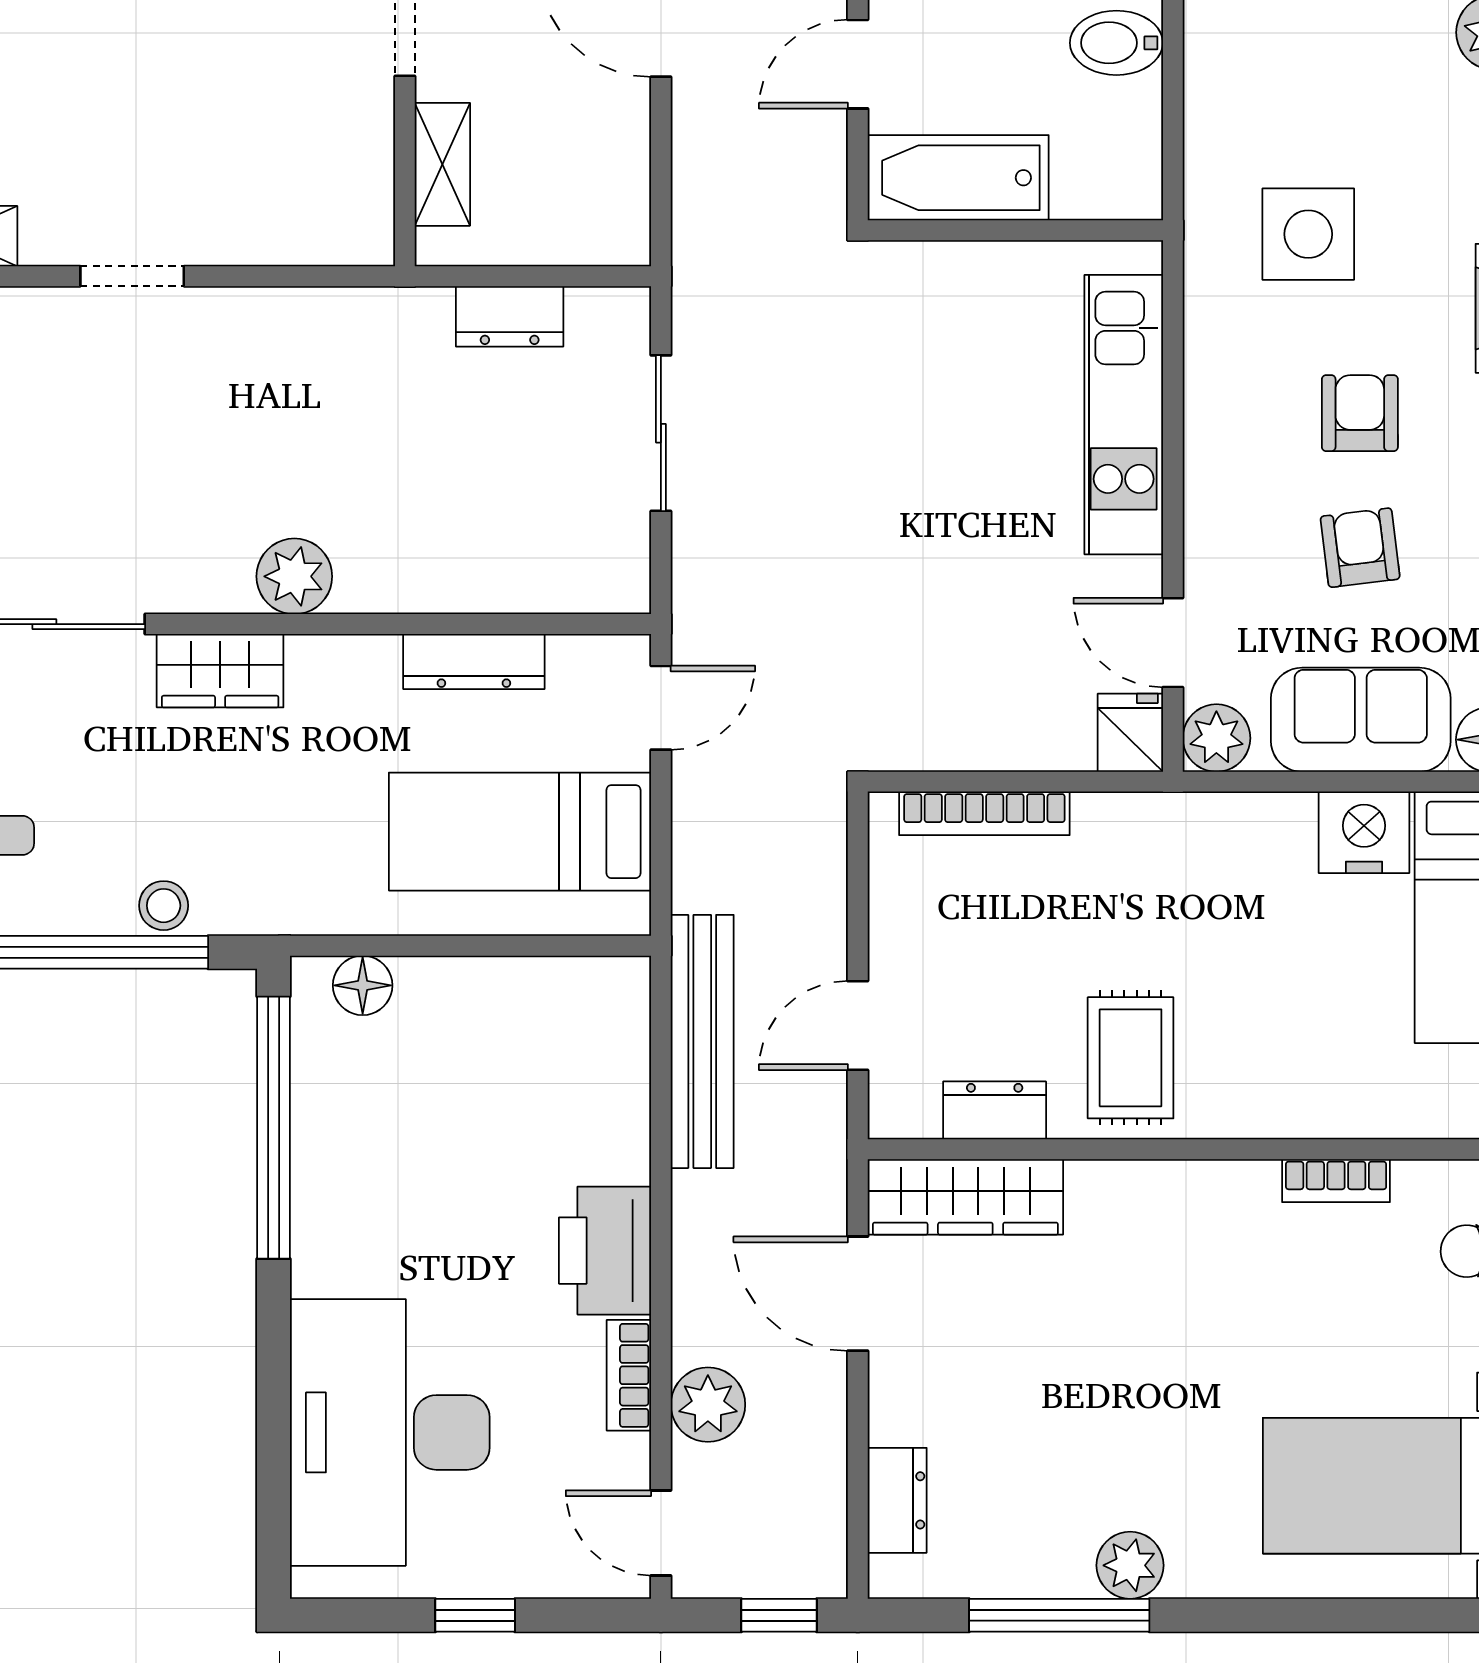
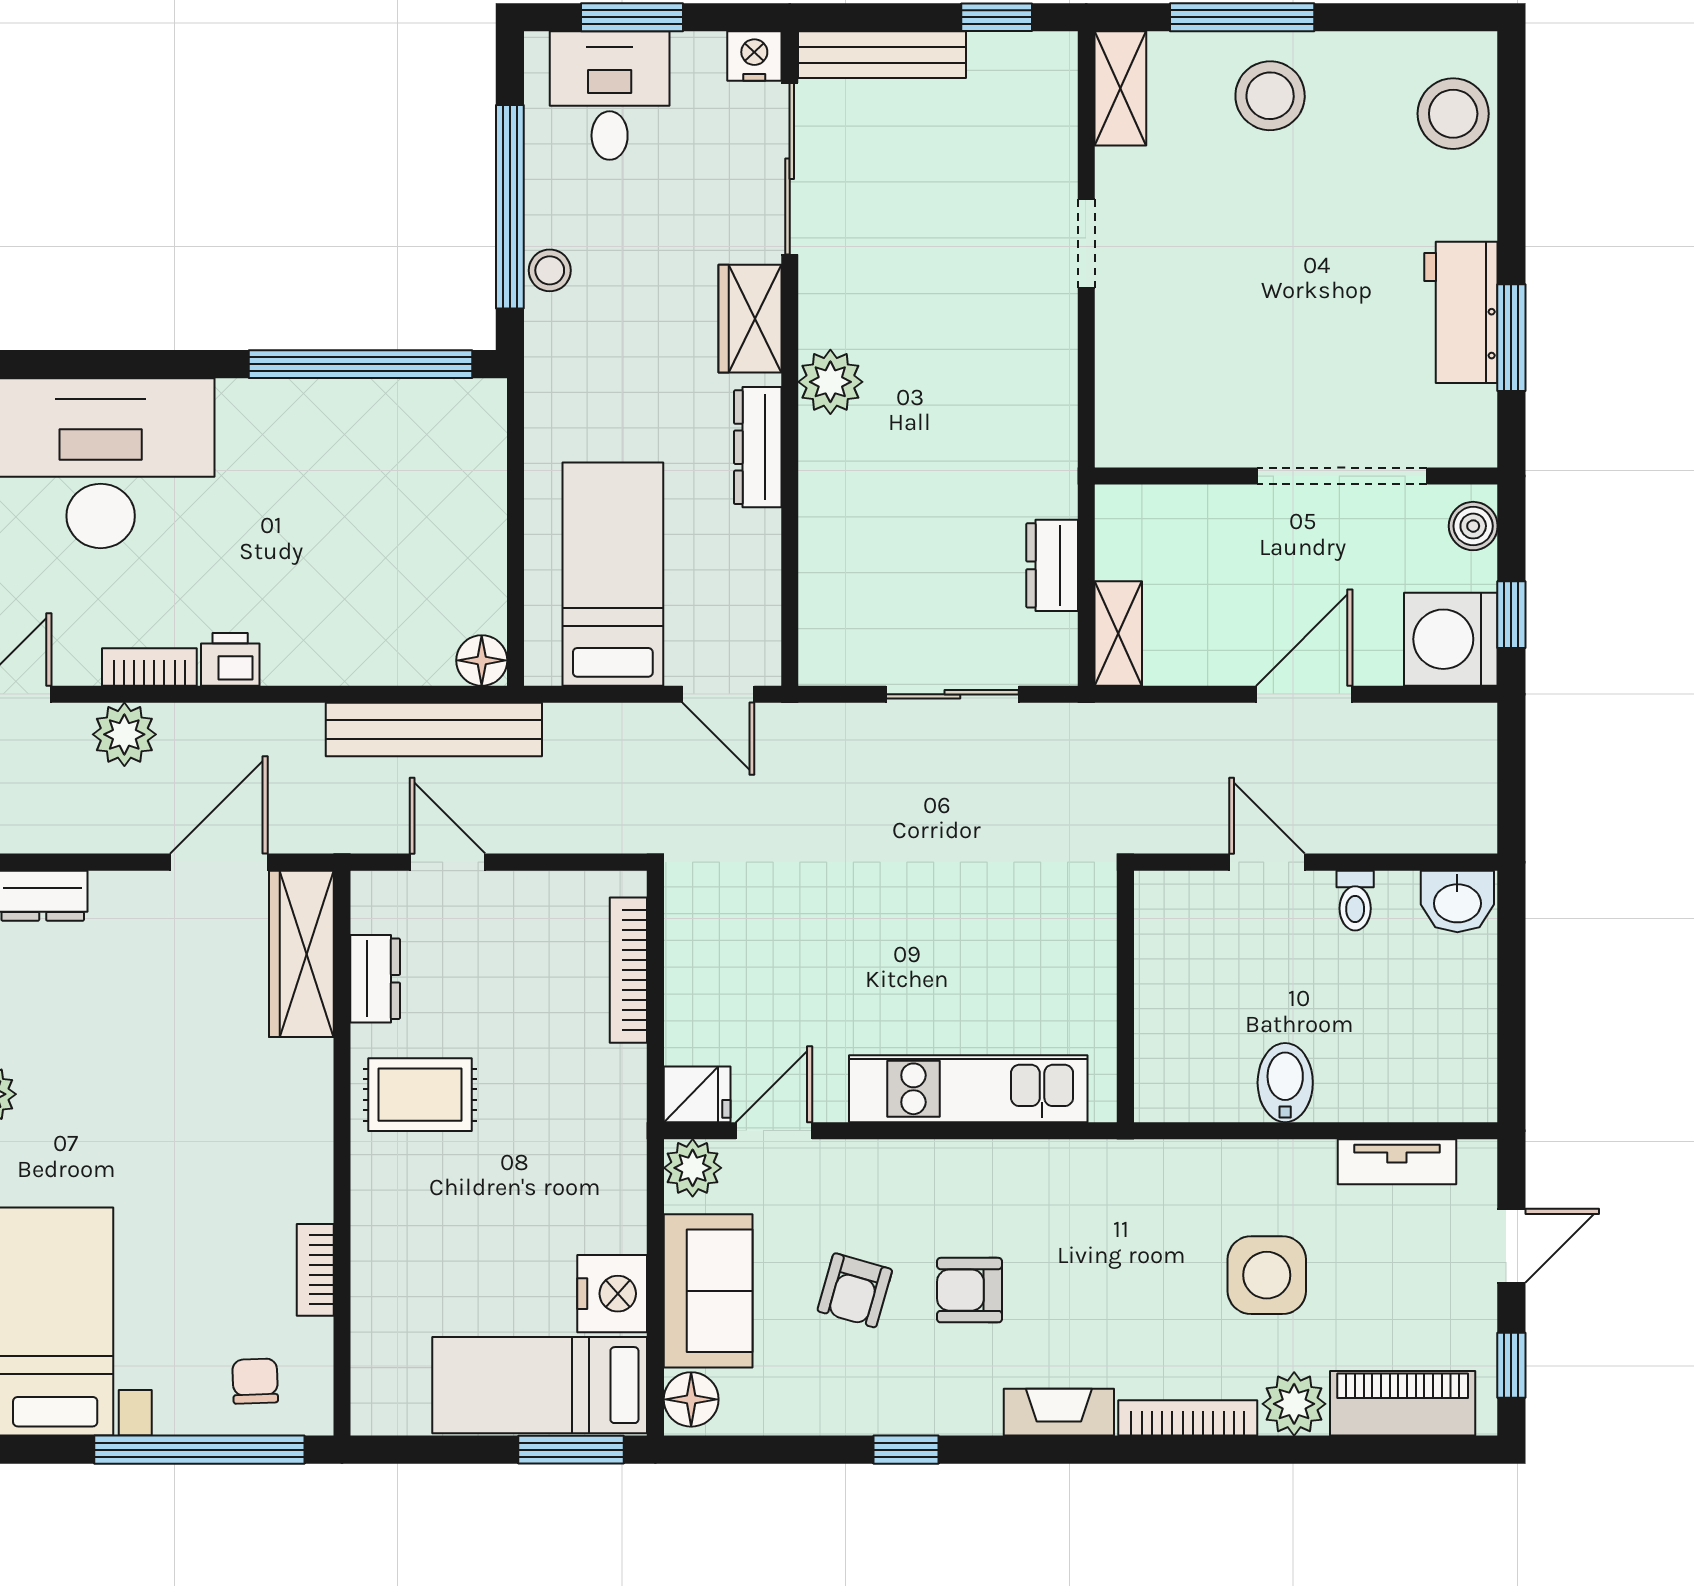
shelving: (442, 164) -> (1118, 633), moved, turned 90
bathtub: (958, 178) -> (1170, 948), removed
side table: (1308, 234) -> (1267, 1275), moved
armchair: (1360, 413) -> (969, 1290), turned 180
armchair: (1360, 548) -> (855, 1290), turned 113
dresser: (474, 662) -> (758, 447), moved
floor lamp: (363, 985) -> (482, 660), moved
printer: (605, 1251) -> (230, 659), width x0.53, depth x0.68

